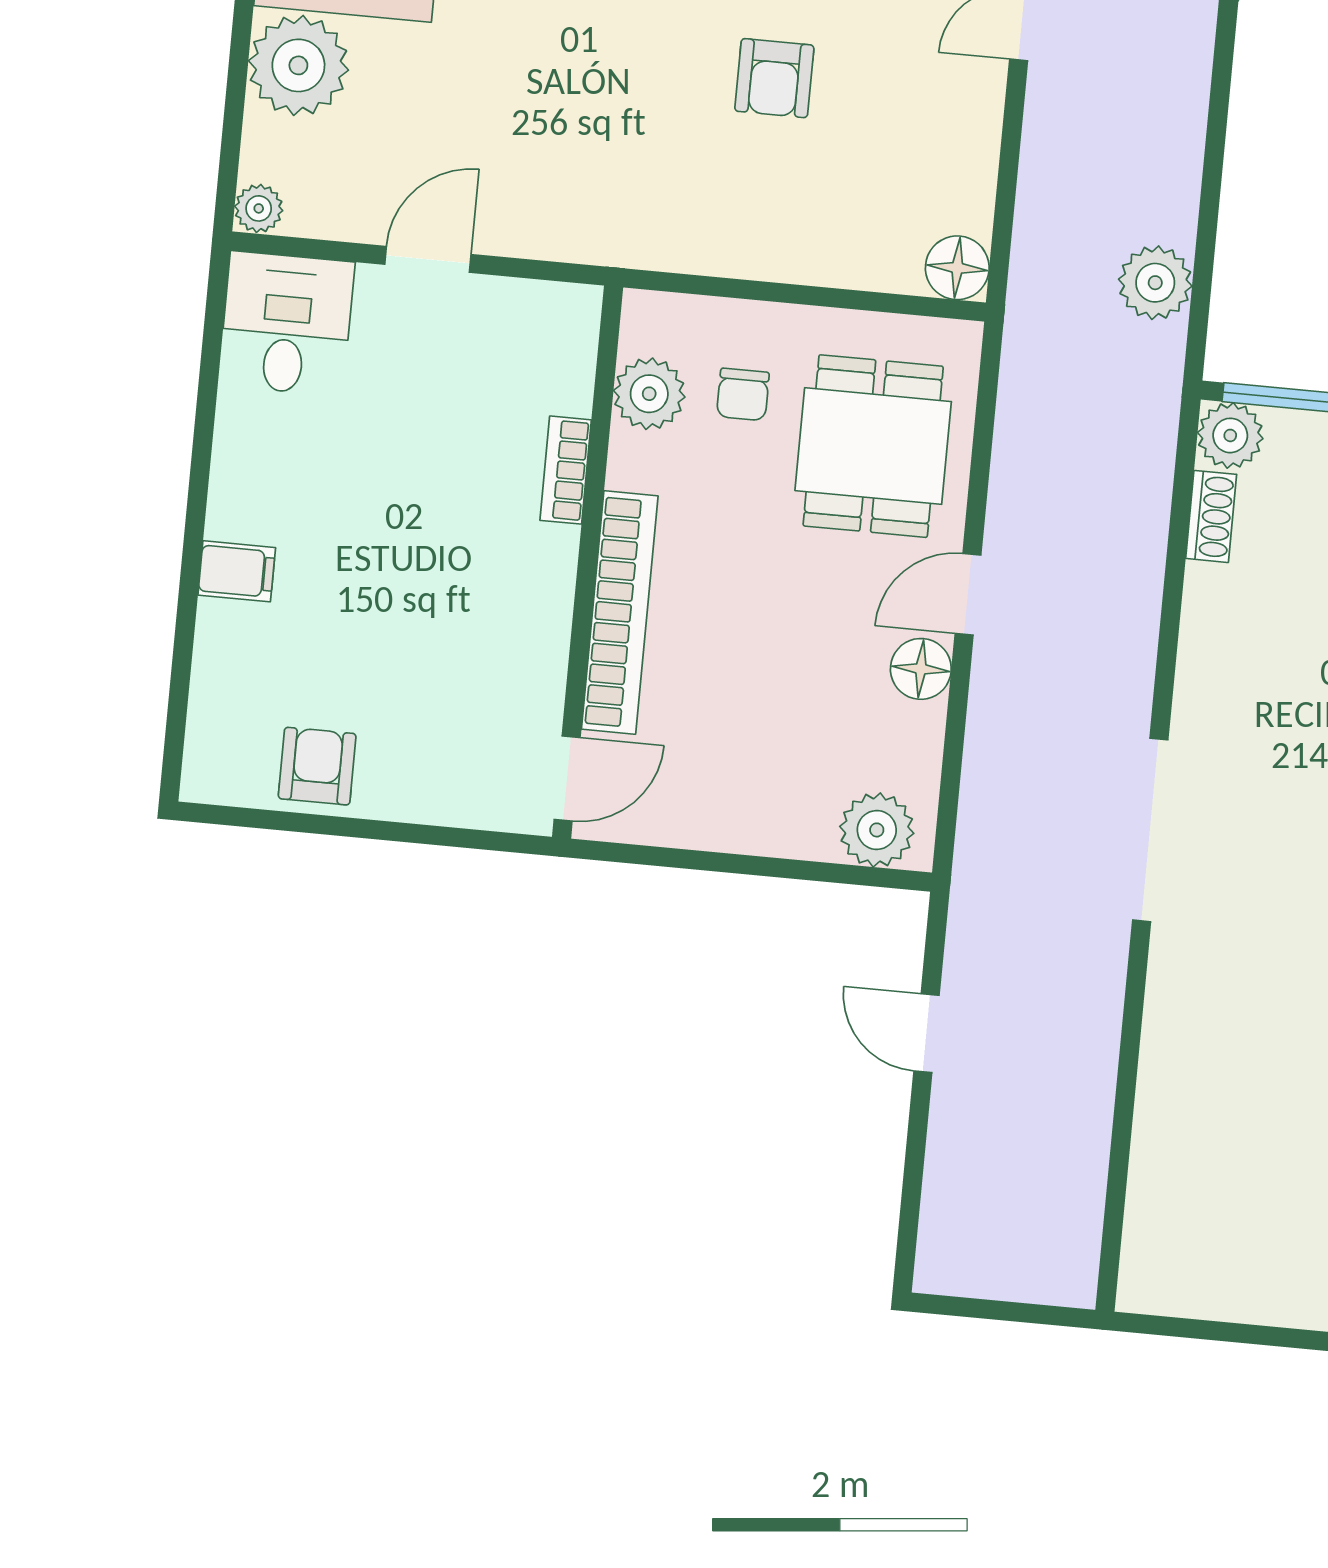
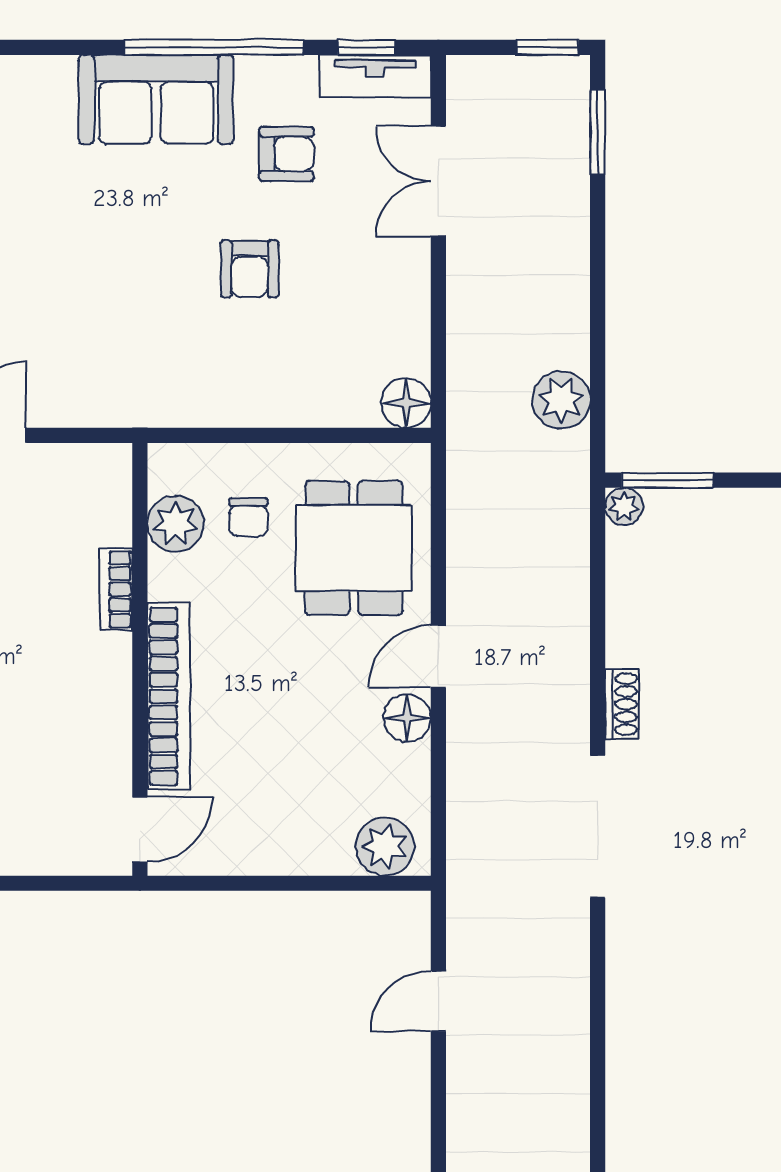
plant: (1230, 435) -> (624, 506), width x0.73, depth x0.73
shoe rack: (1211, 516) -> (622, 704), moved
door: (927, 1033) -> (438, 1001), hinge flipped

